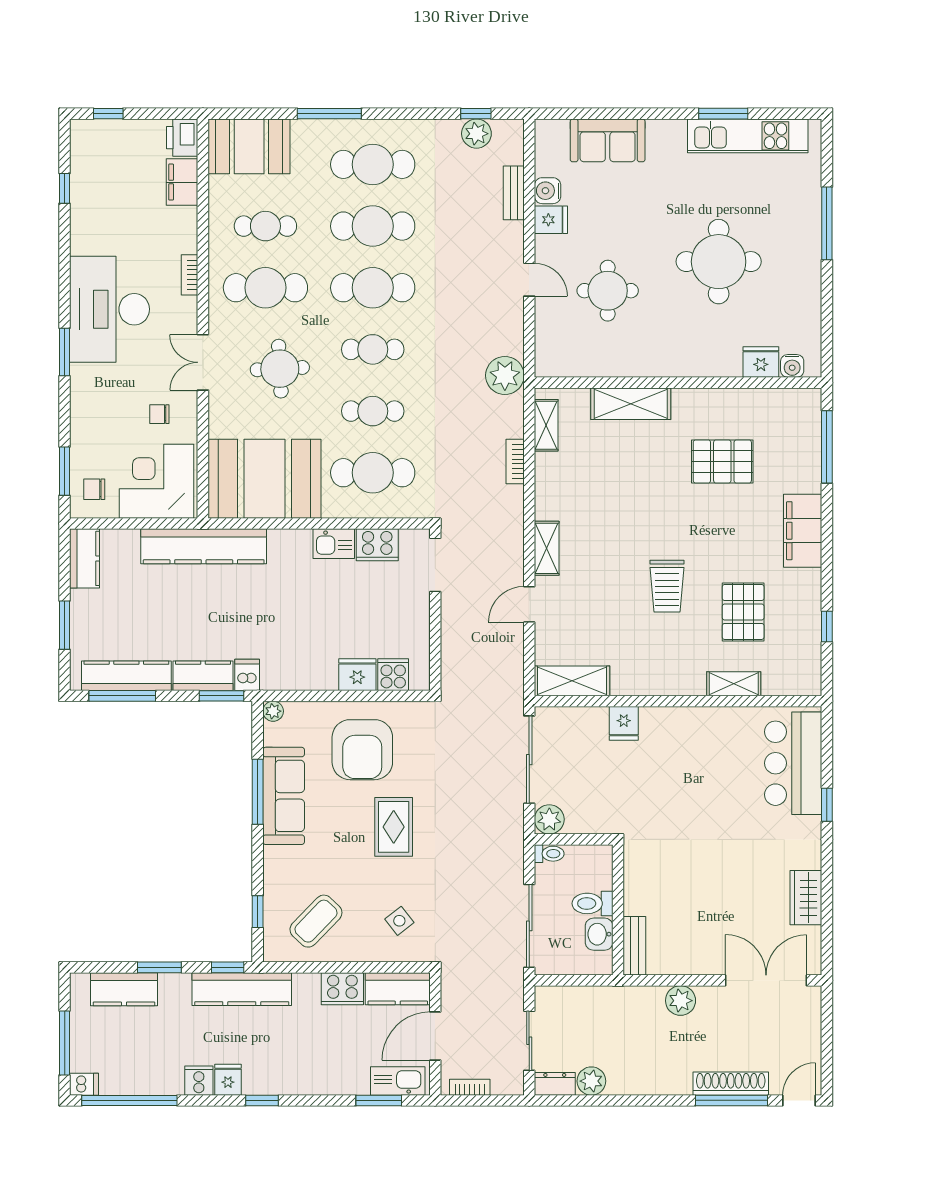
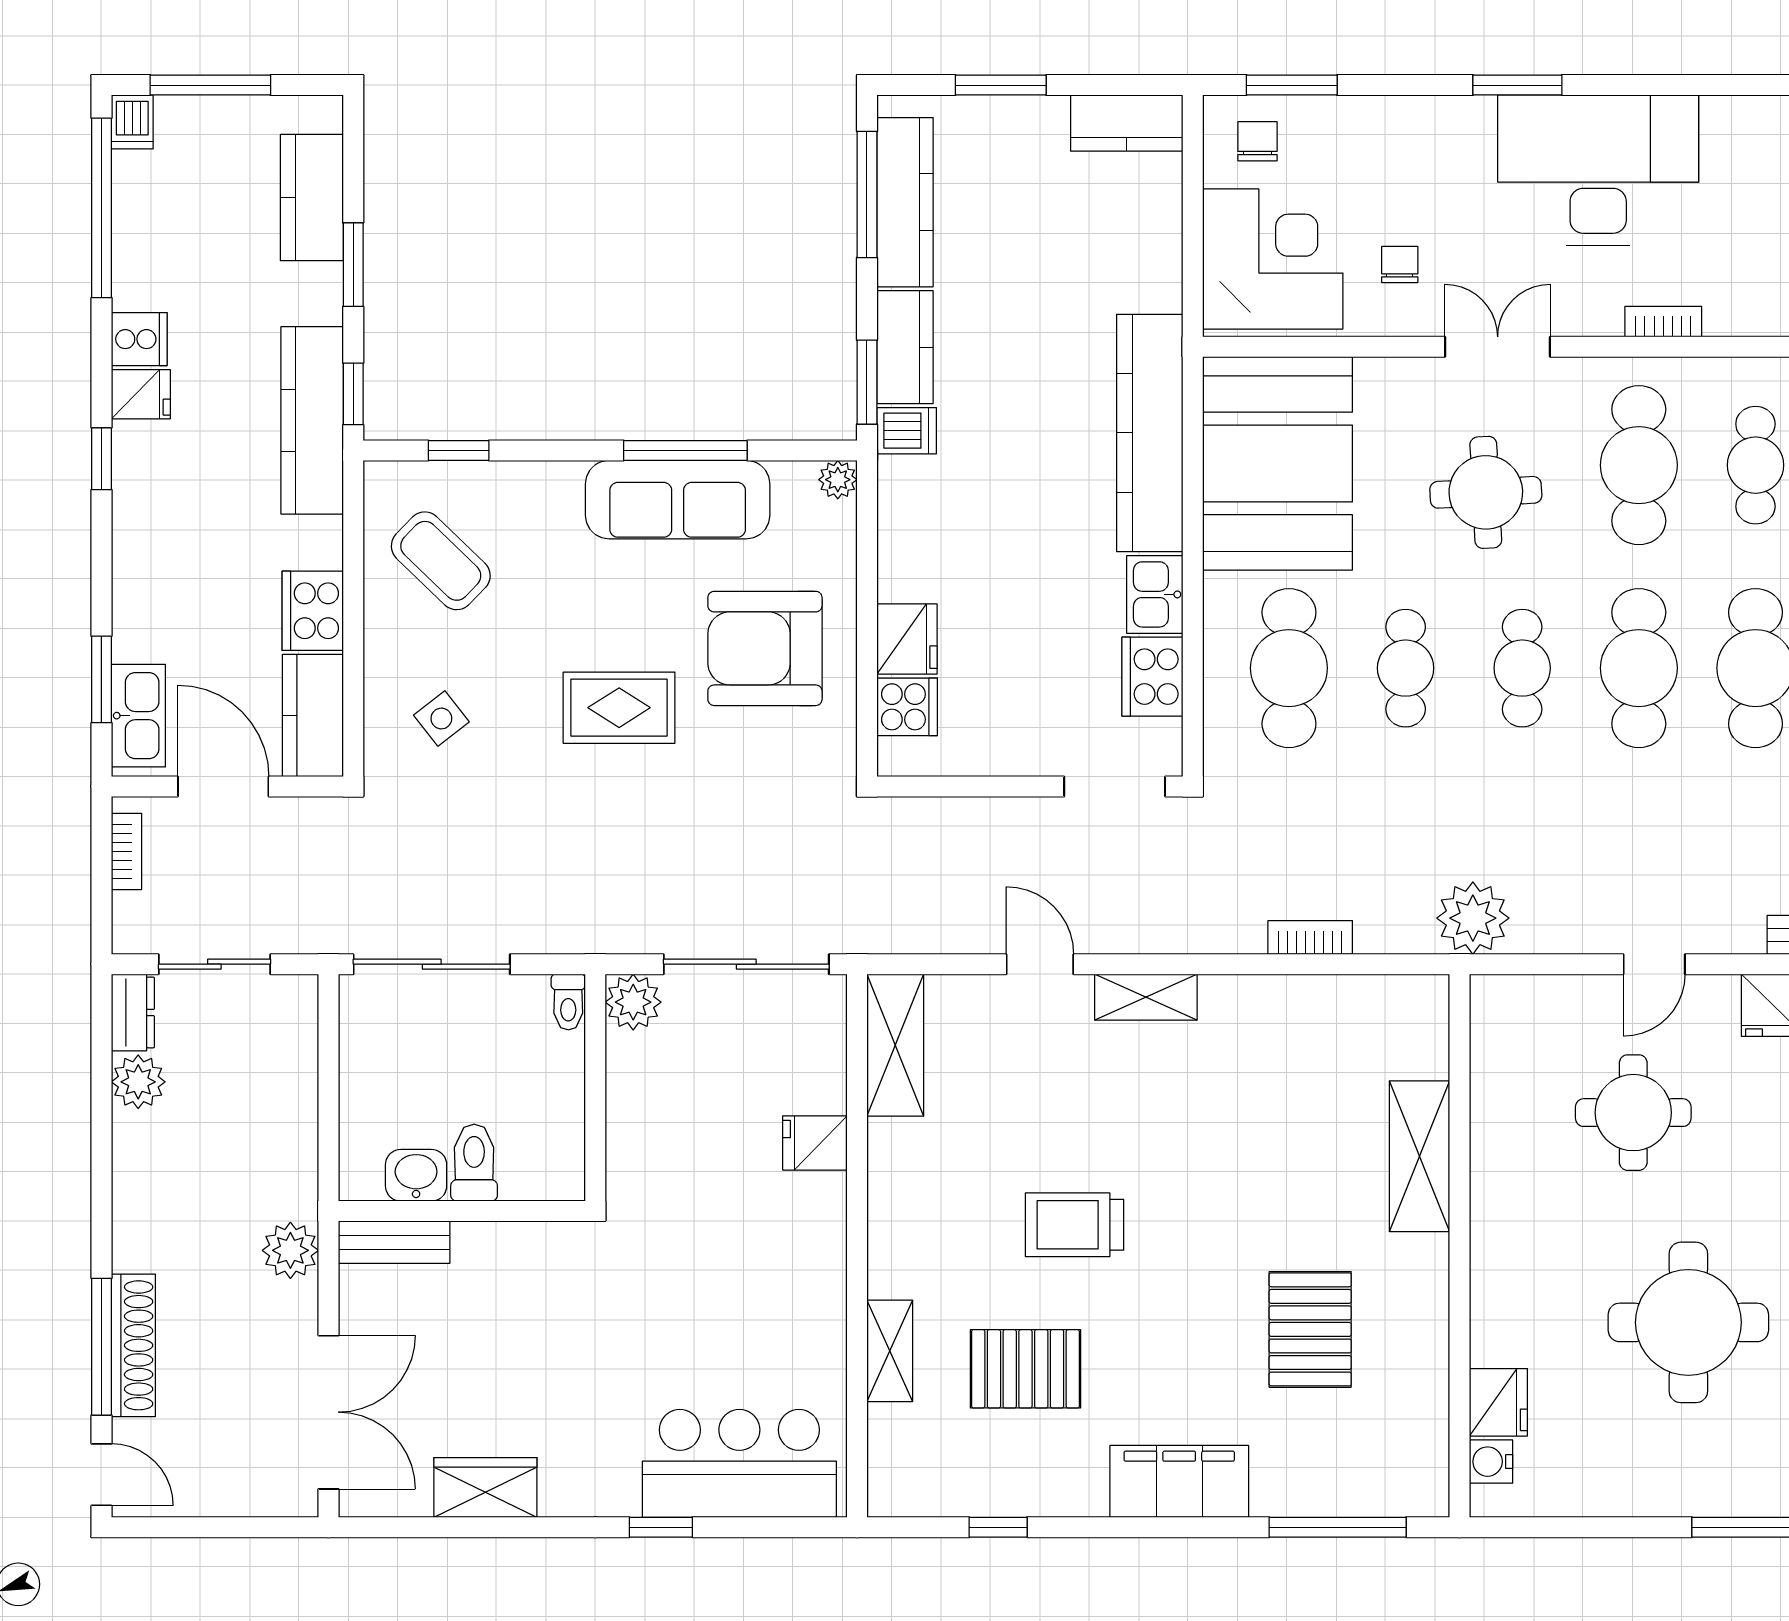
shelving: (546, 425) -> (1379, 996), removed
kitchen counter: (204, 546) -> (1150, 433), moved
toilet: (592, 903) -> (474, 1163), moved
wall: (618, 910) -> (462, 1211), moved
washbasin: (599, 934) -> (416, 1175), moved
bench: (634, 946) -> (394, 1242), moved

